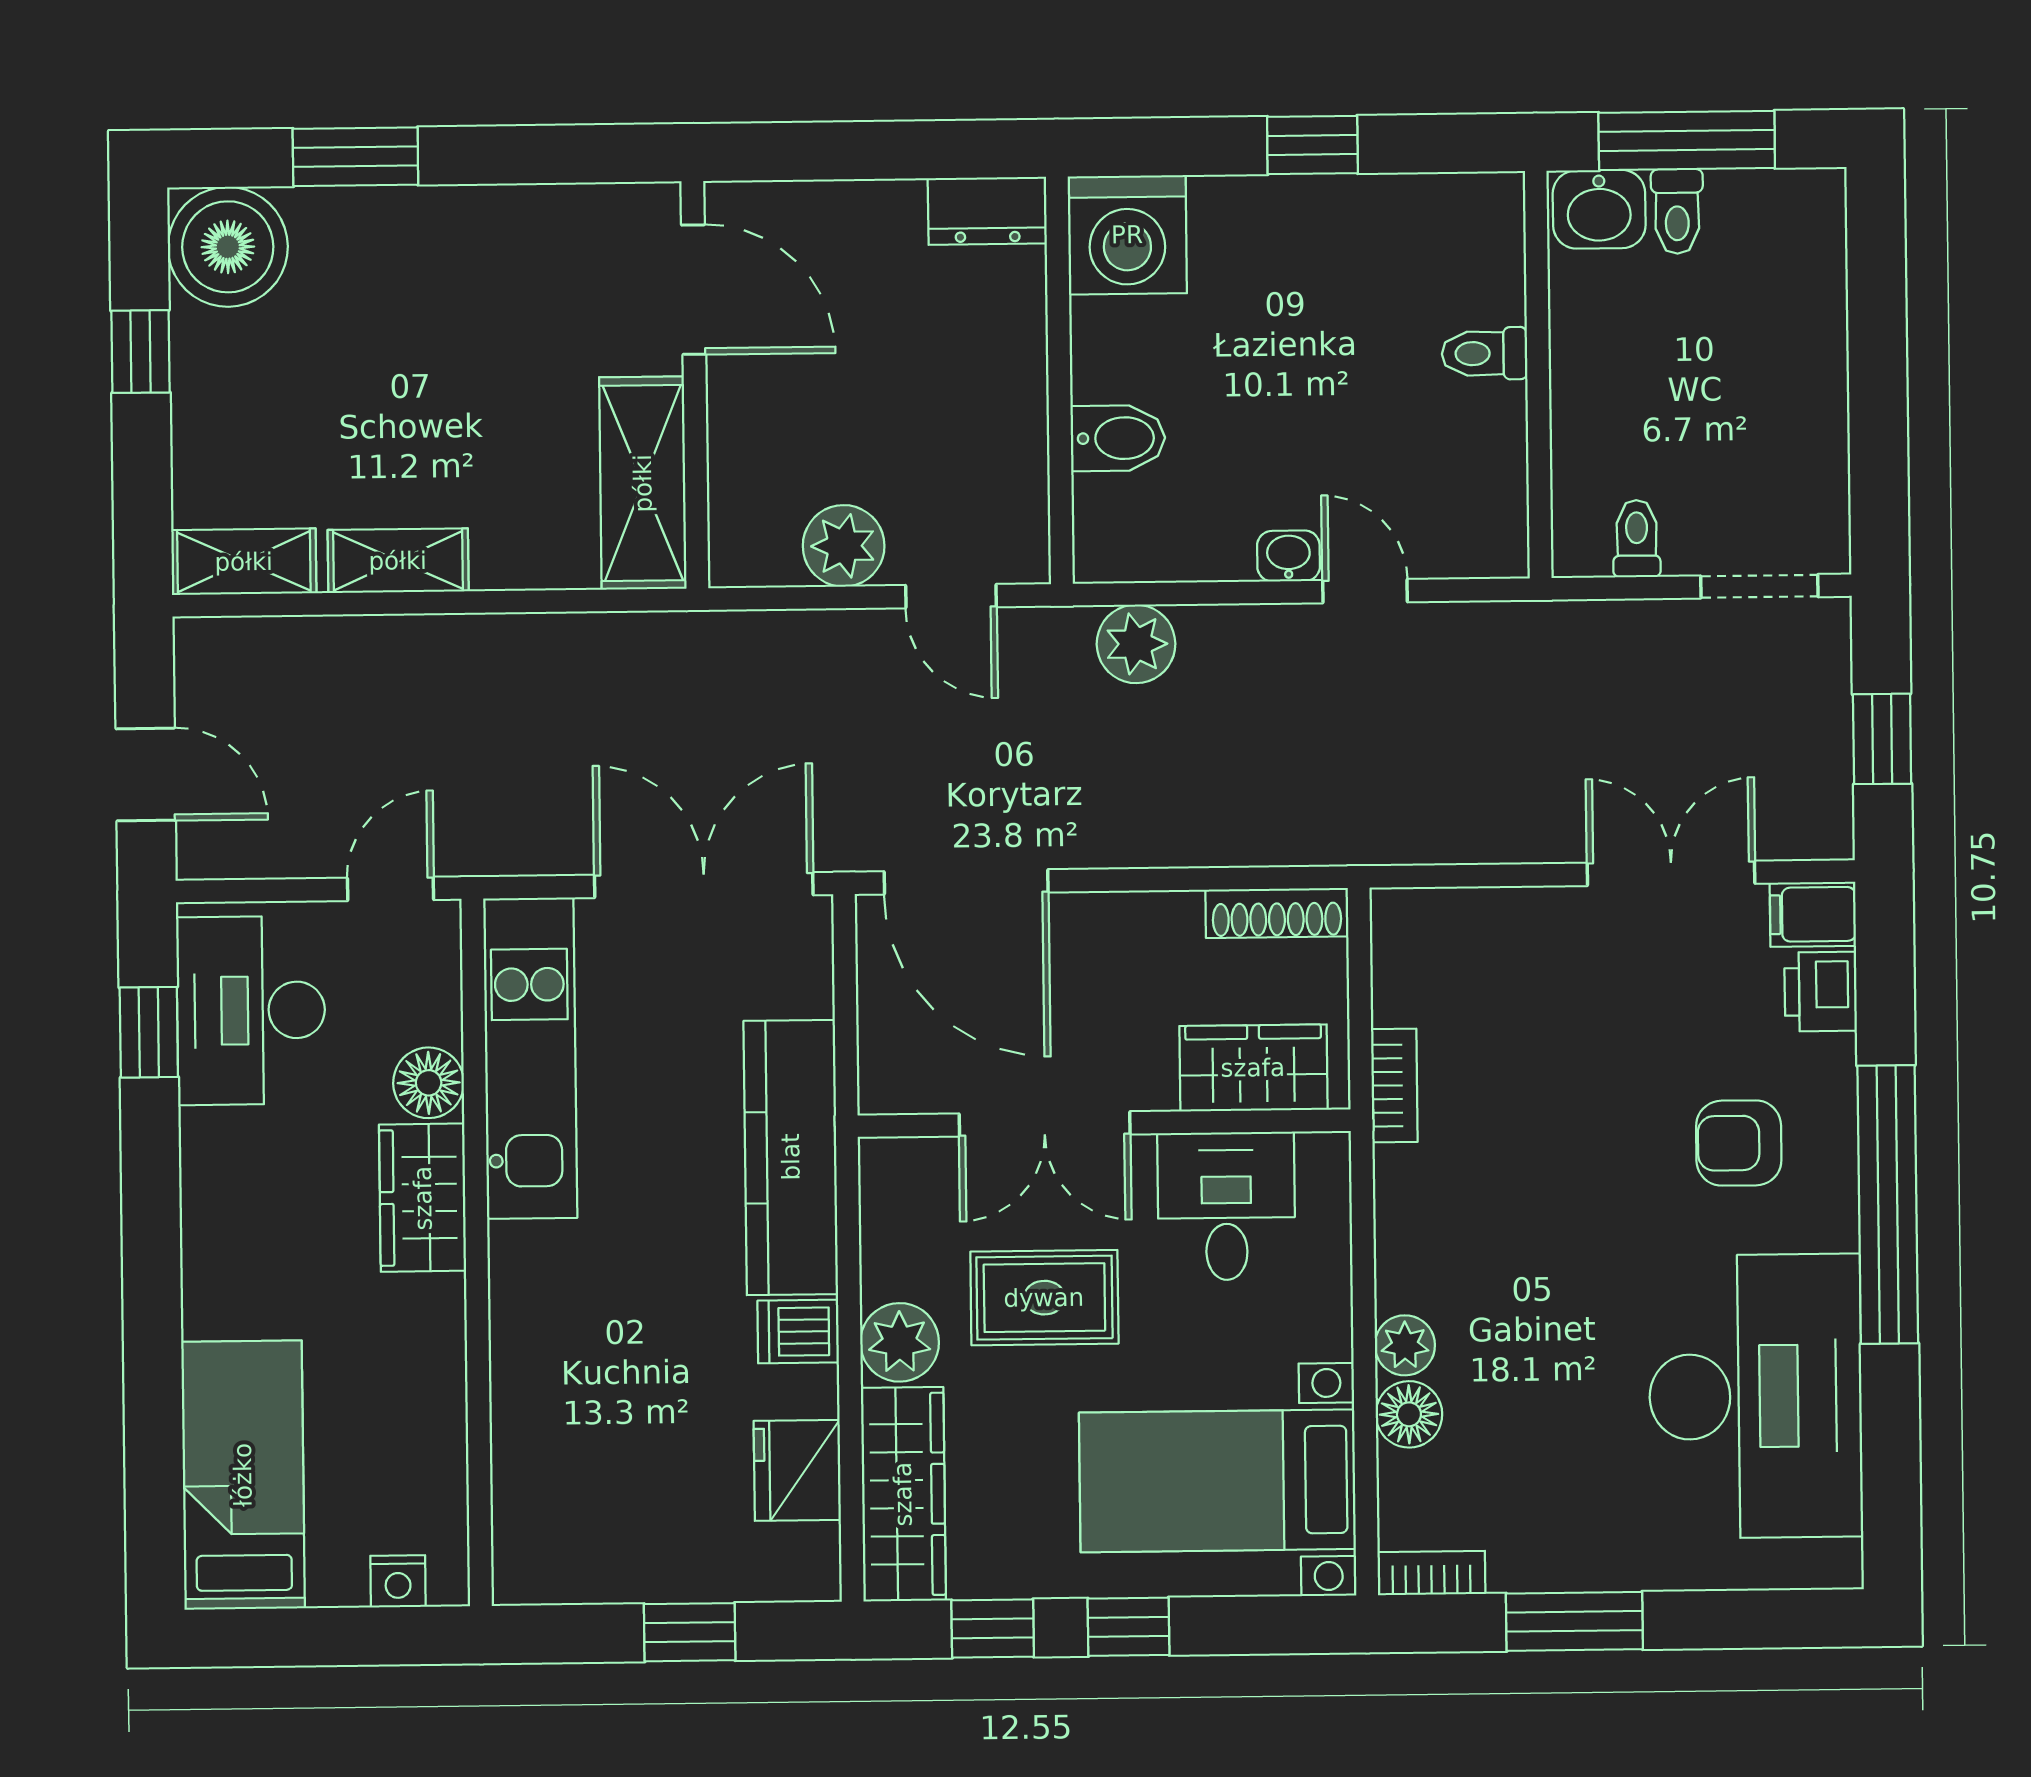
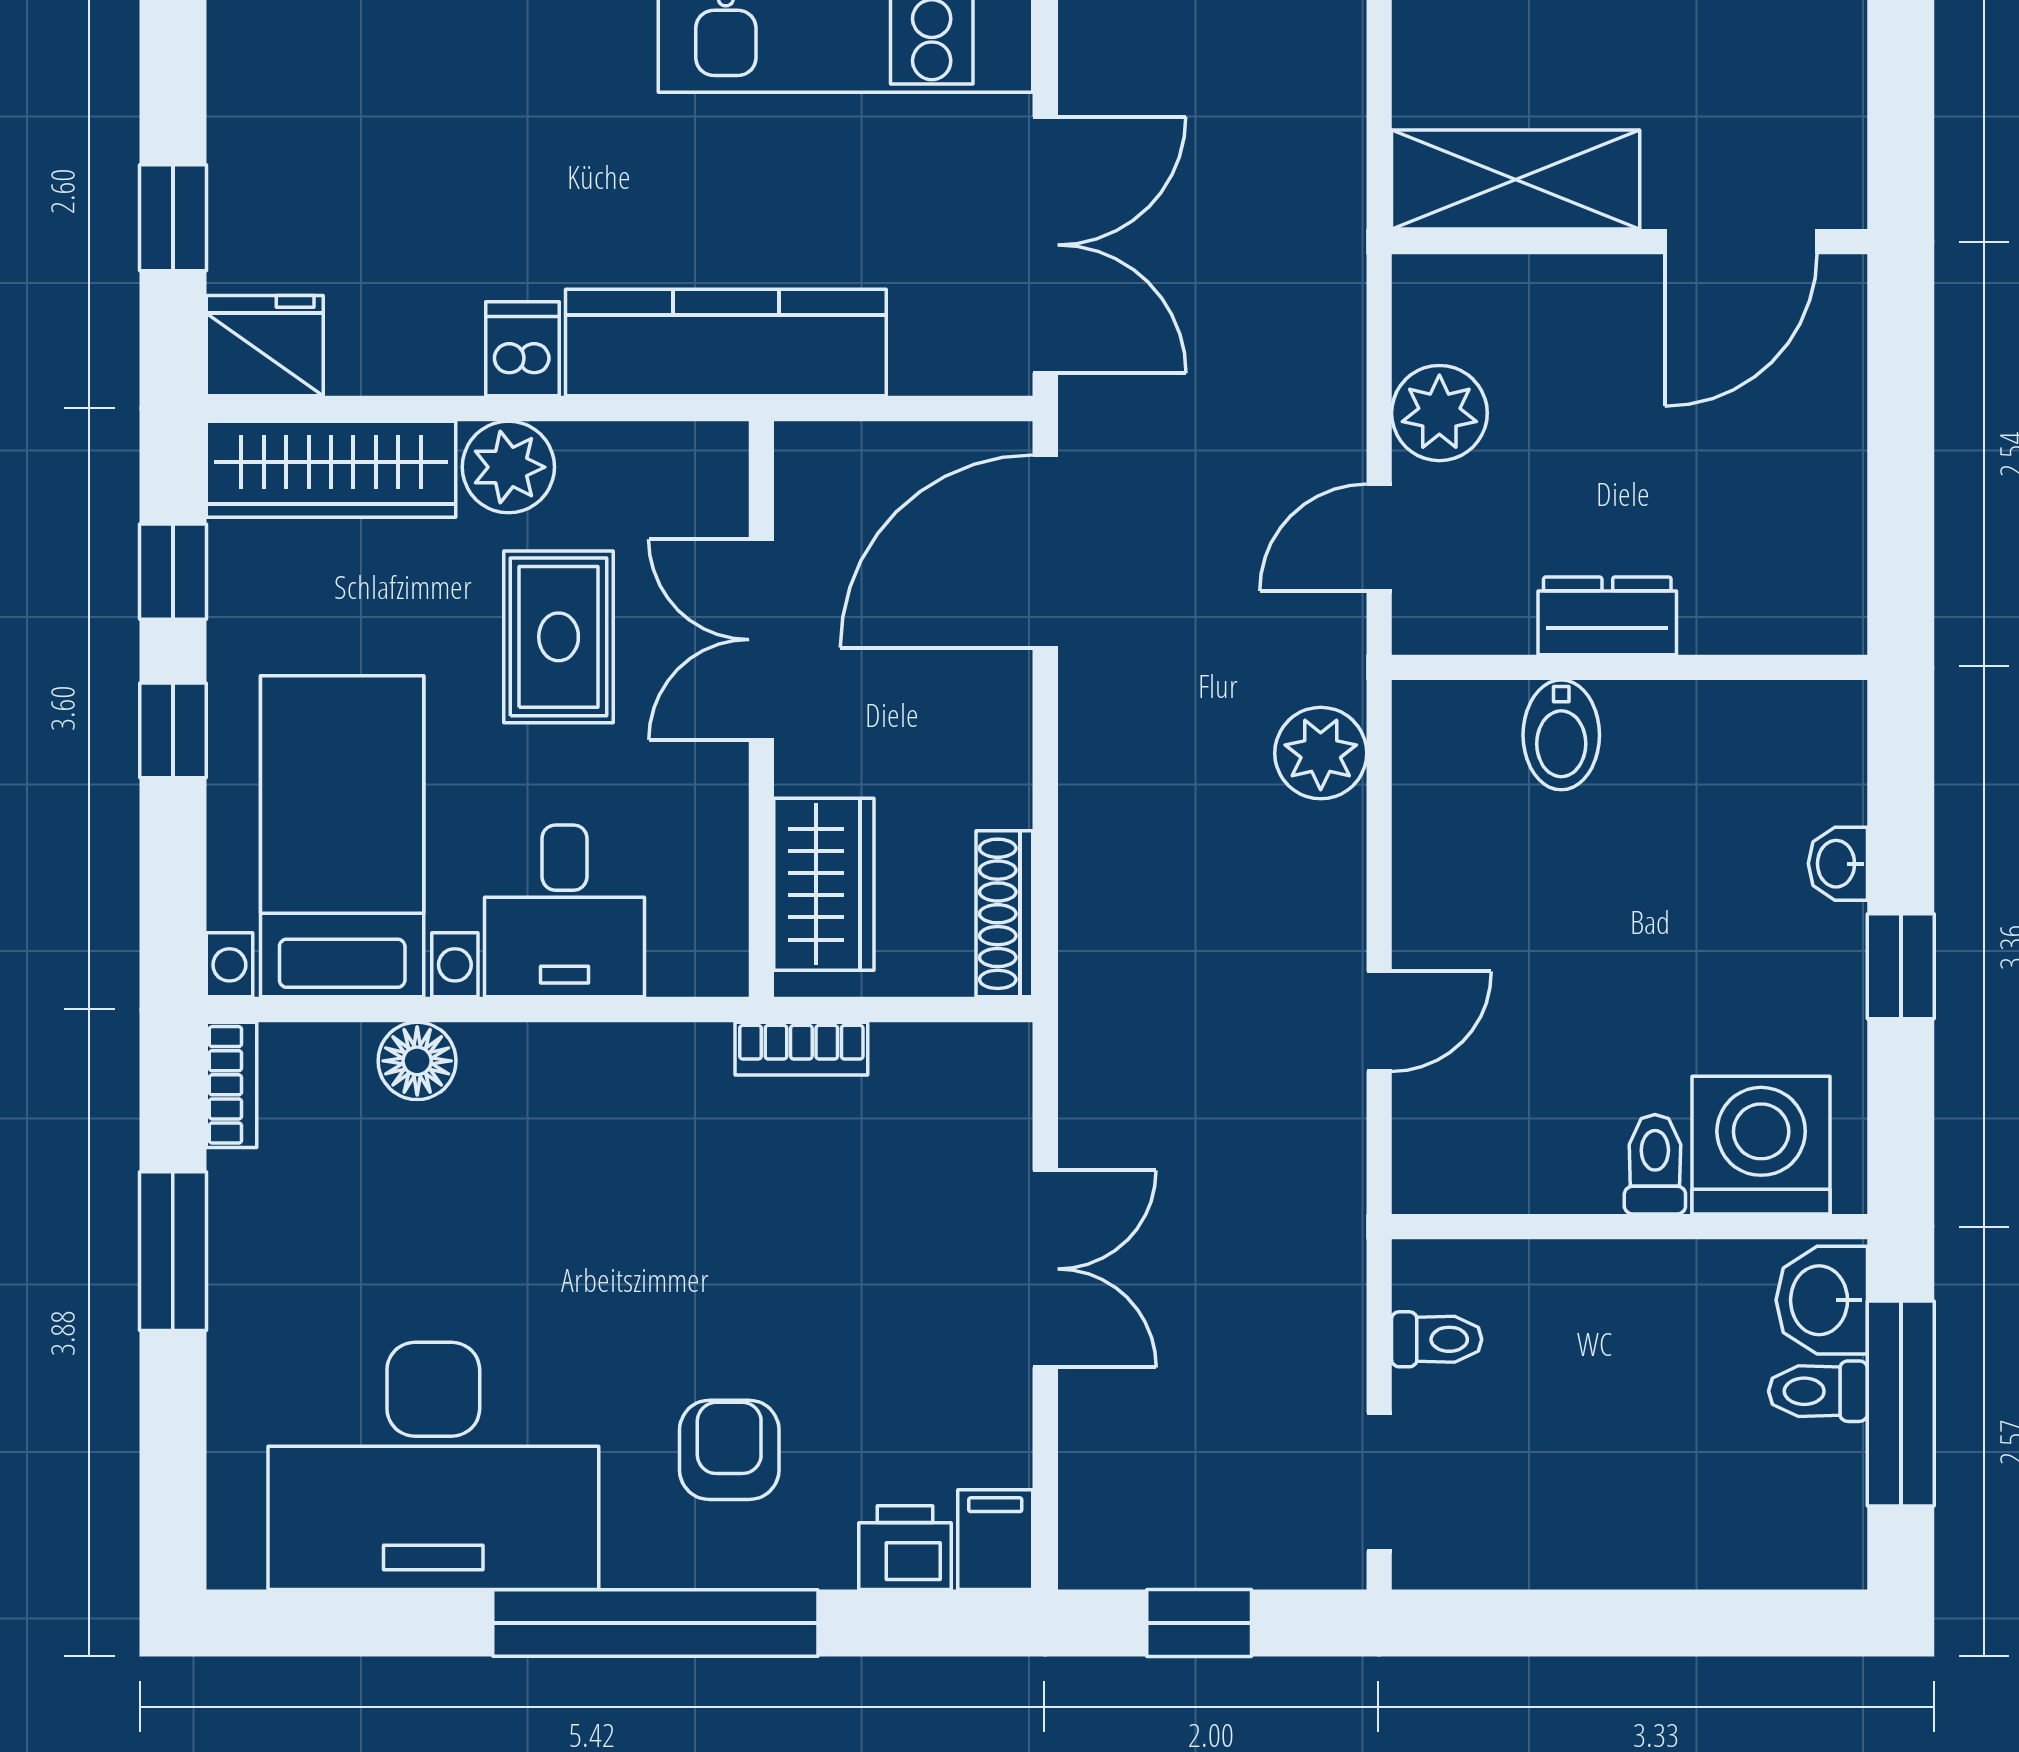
dresser: (987, 211) -> (1607, 616), moved, turned 90
washing machine: (1127, 235) -> (1761, 1145), moved, turned 90
washbasin: (1288, 556) -> (1838, 864), moved, turned 180
double door: (1671, 873) -> (1045, 1269), moved
desk: (1226, 1206) -> (564, 911), moved, turned 90
plant: (1405, 1345) -> (498, 1057), removed
fridge: (797, 1470) -> (265, 346), moved

